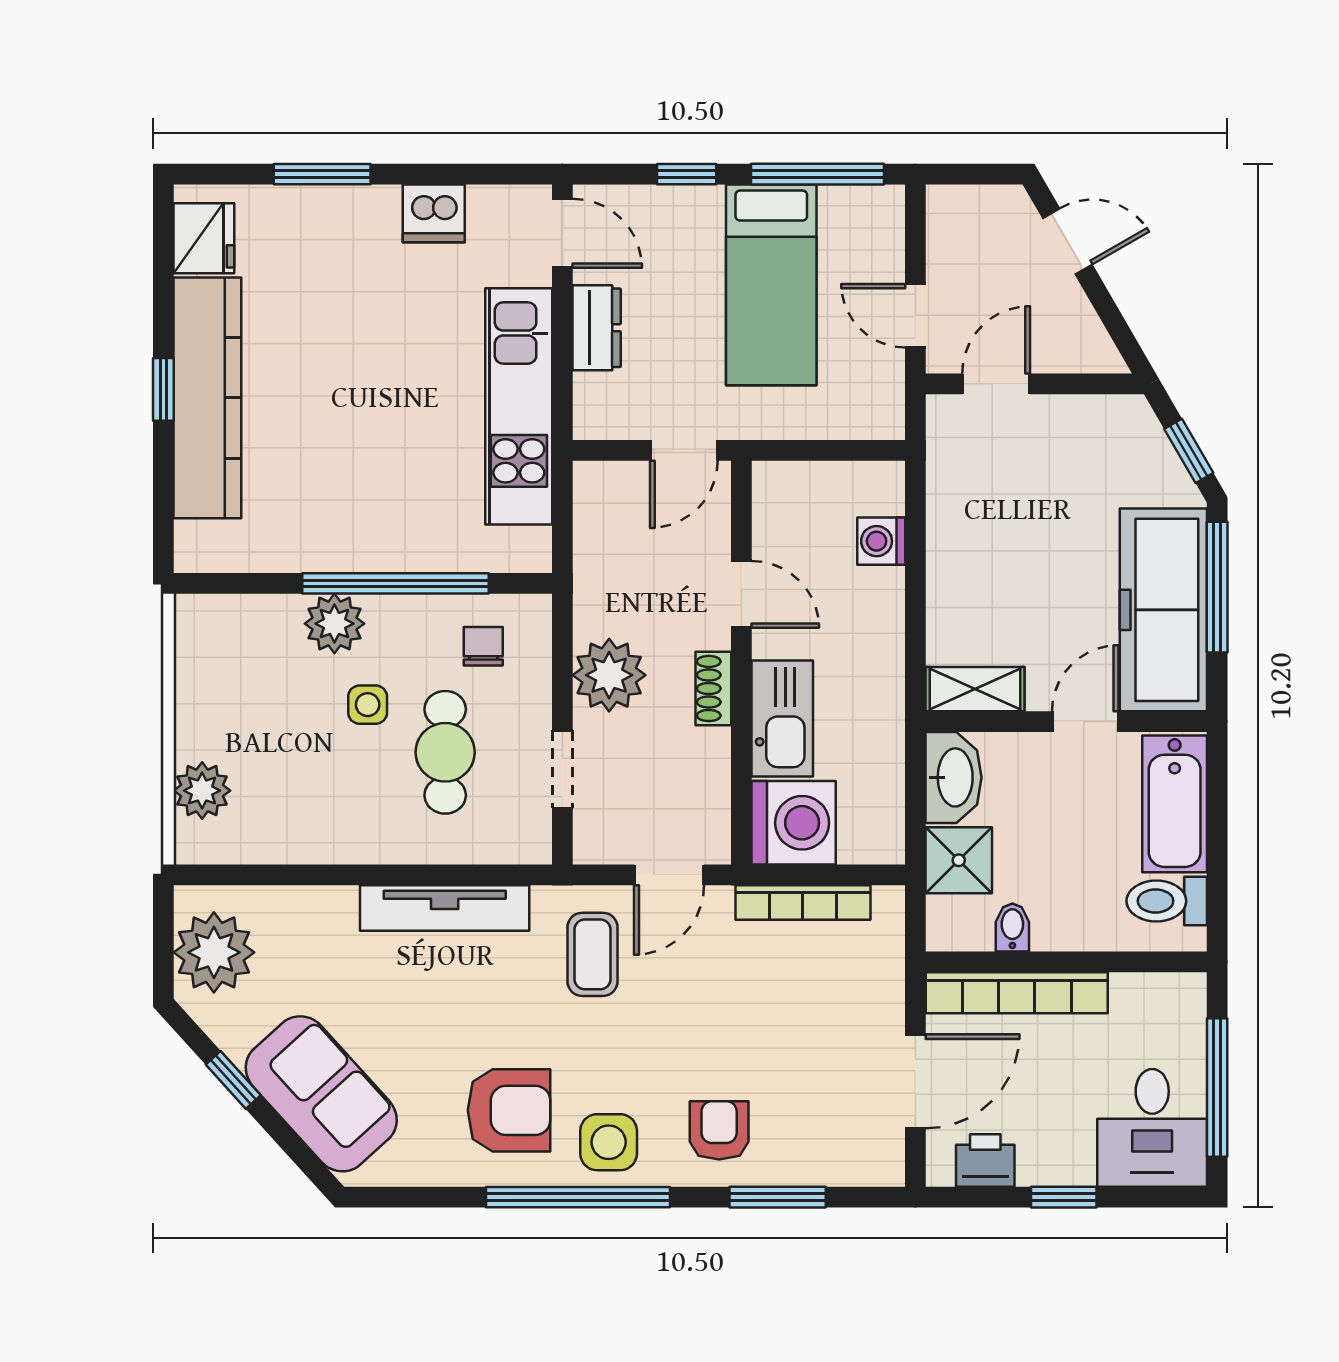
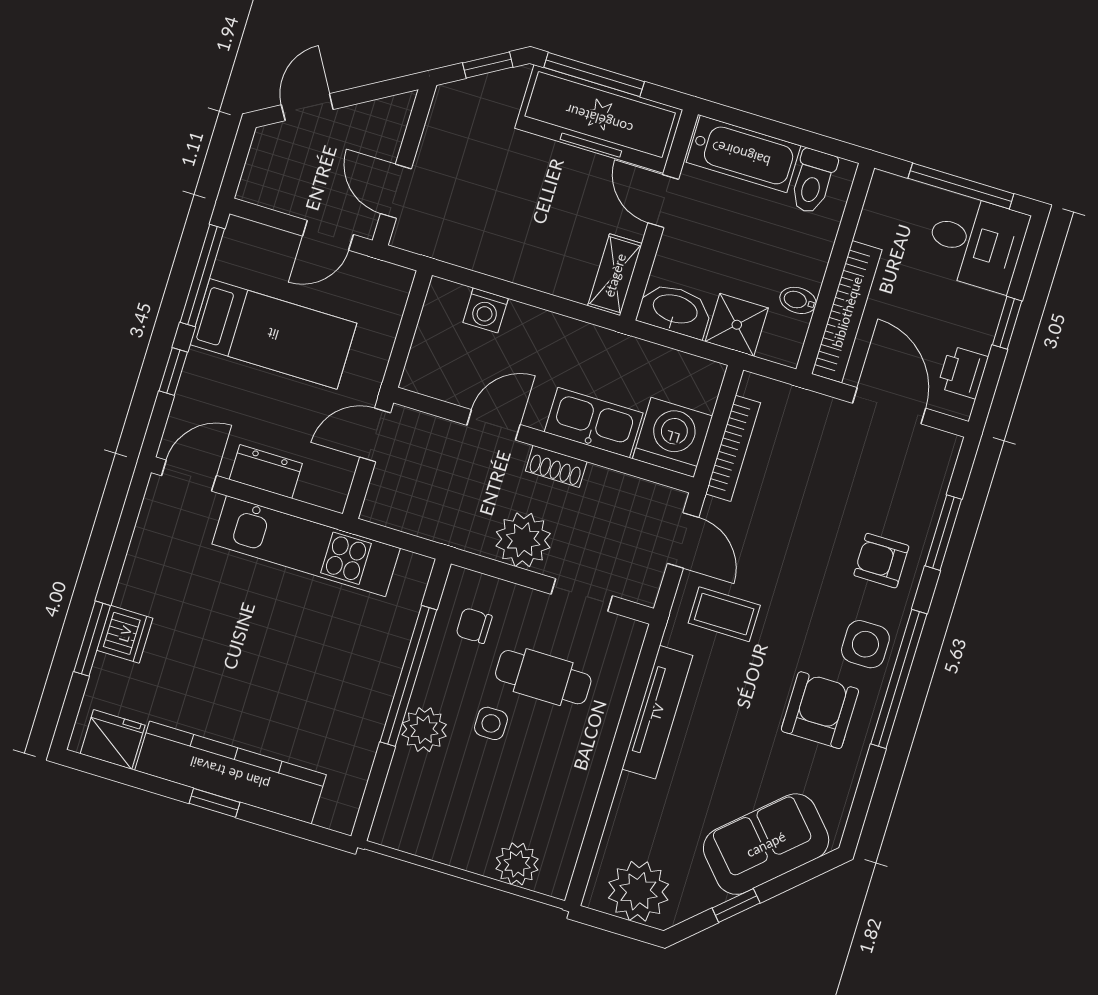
dishwasher: (434, 213) -> (125, 634), moved
door: (684, 450) -> (375, 435), swing flipped

